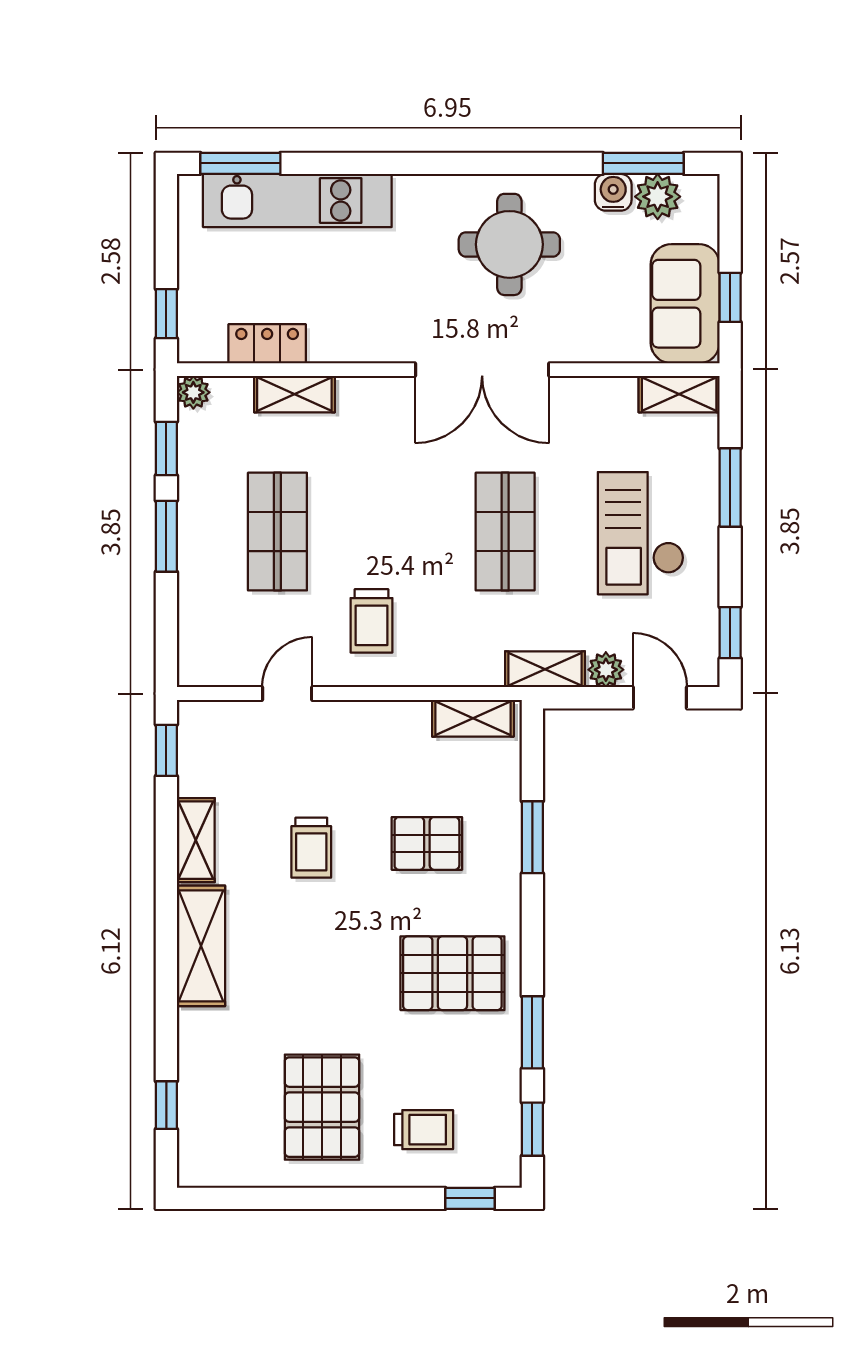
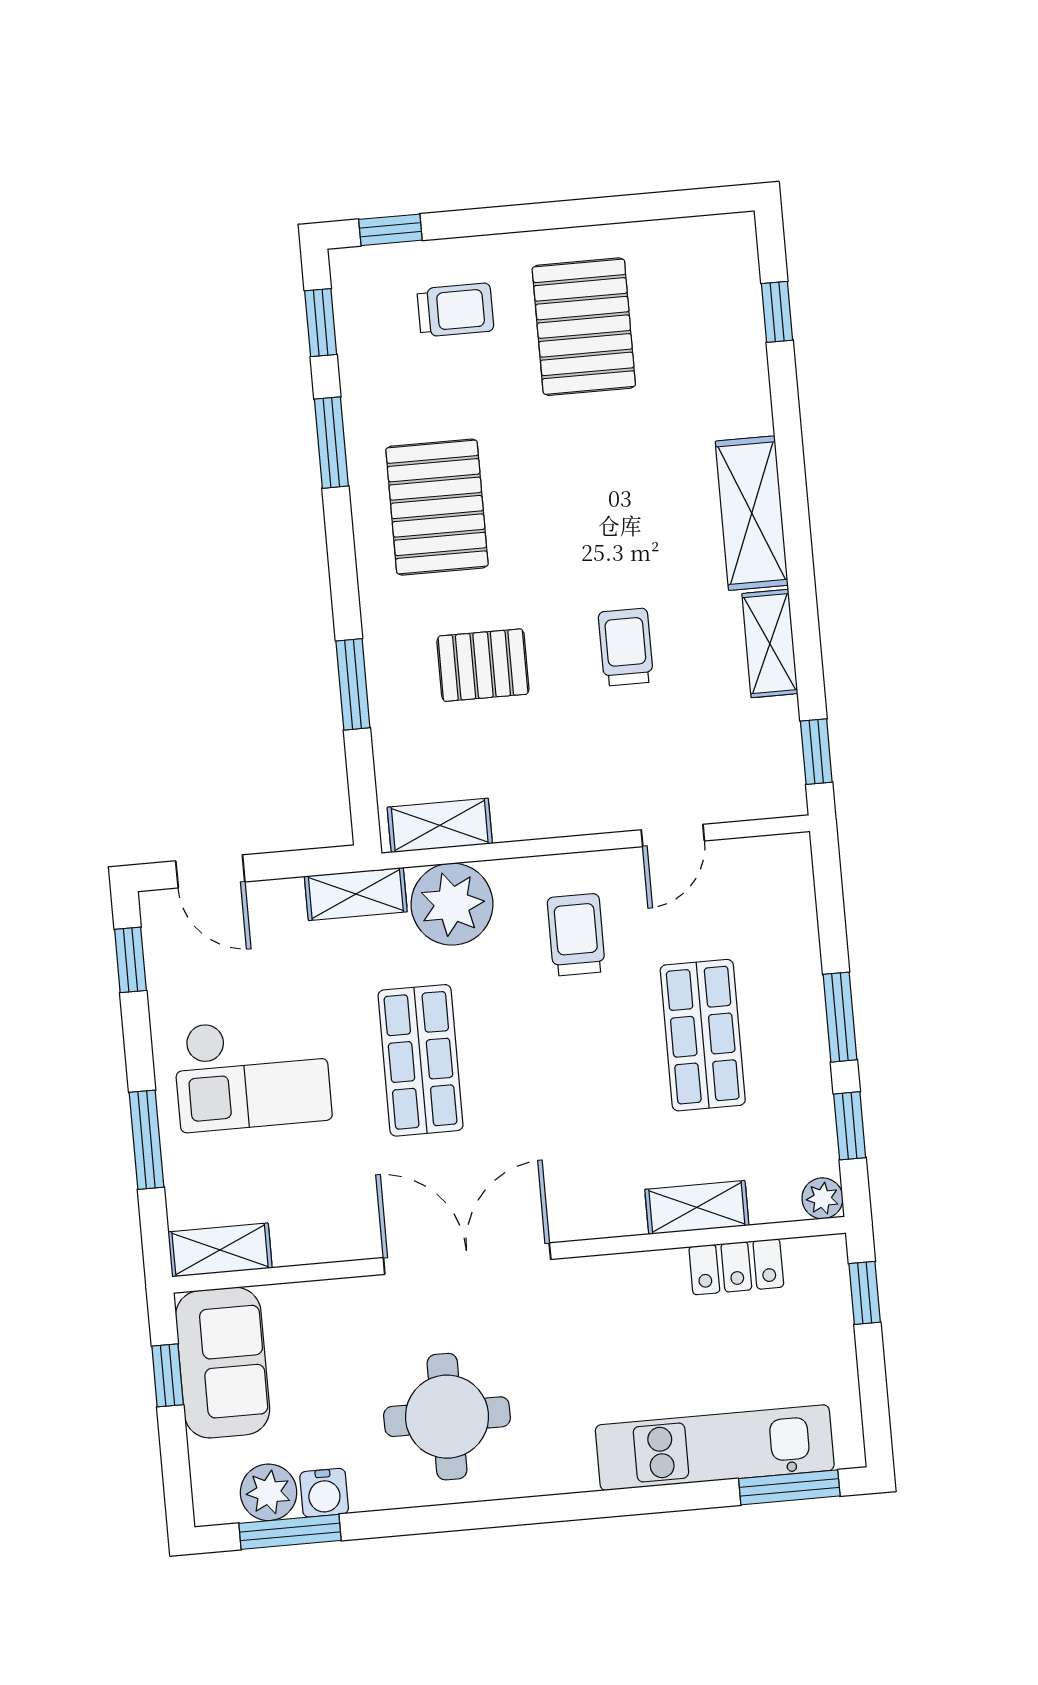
checkout: (641, 533) -> (252, 1073), turned 90
plant: (606, 670) -> (452, 904), moved, width x1.87, depth x1.87
pallet: (452, 973) -> (437, 507), turned 90
trolley: (424, 1130) -> (455, 310), turned 180

